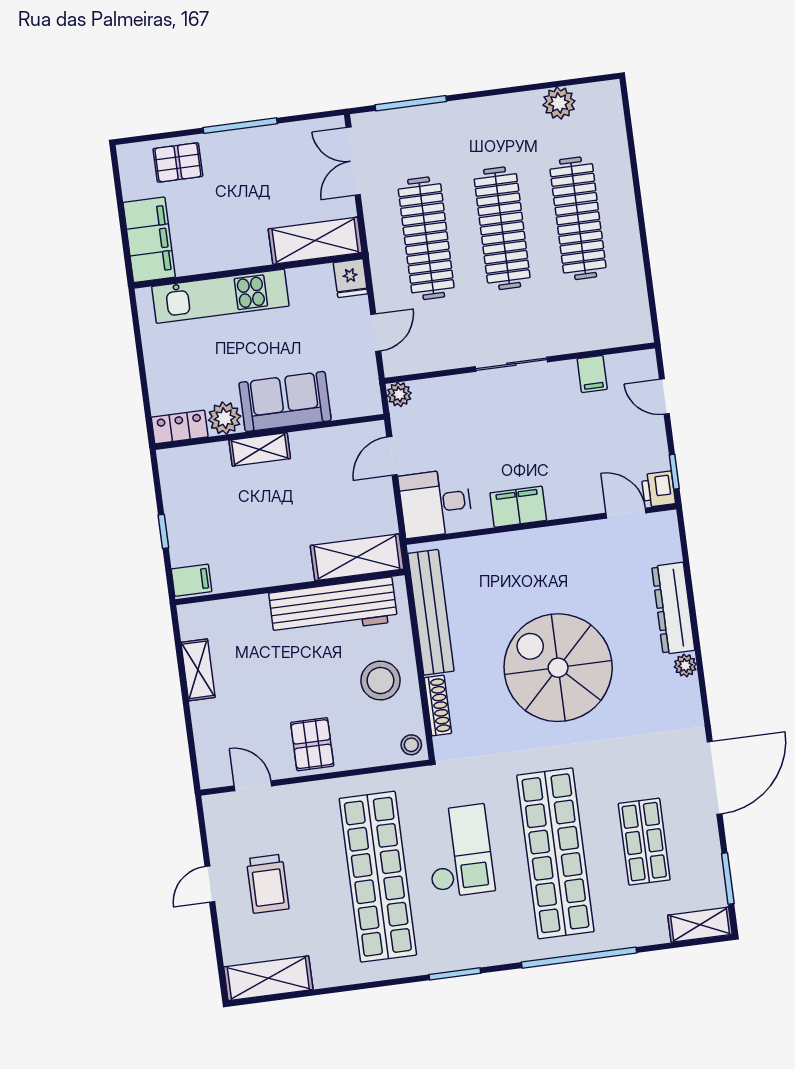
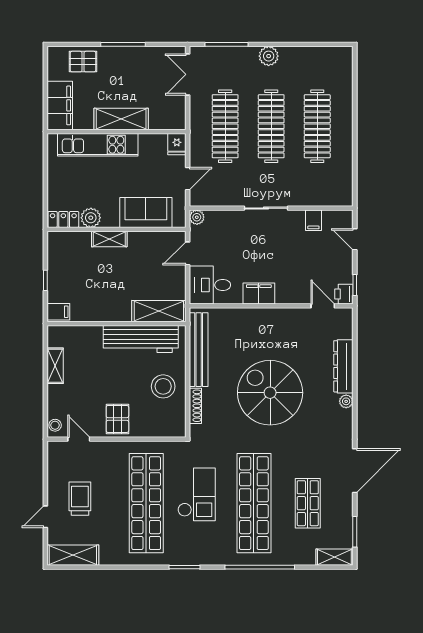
plant: (559, 103) -> (269, 56), moved
shelving: (315, 241) -> (121, 119), moved
sofa: (285, 402) -> (146, 213), moved
stool: (411, 745) -> (55, 425), moved
door: (210, 884) -> (45, 517), moved
trolley: (268, 884) -> (80, 499), turned 180

